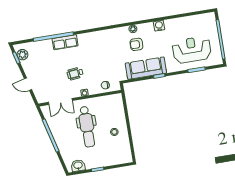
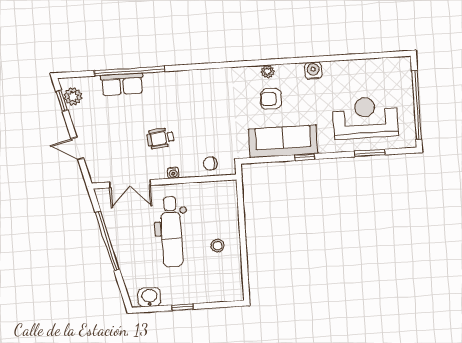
row of seats: (65, 42) -> (122, 84), moved

